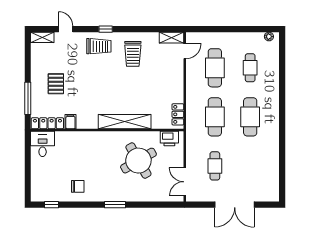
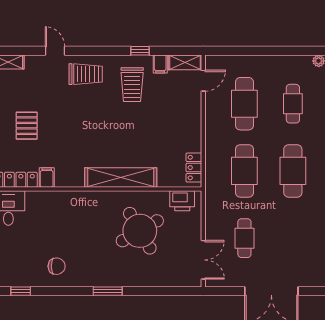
door: (66, 29) -> (55, 51), moved
window: (106, 29) -> (140, 51), moved
filing cabinet: (153, 39) -> (160, 64), added
double door: (185, 182) -> (203, 260), swing flipped

